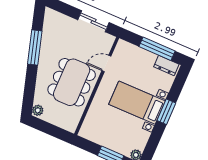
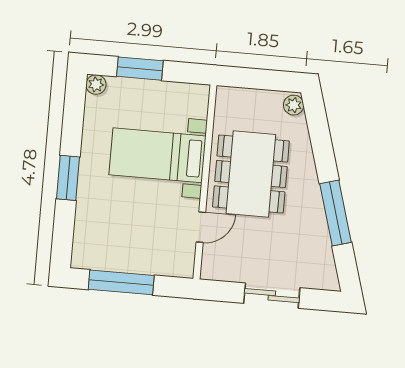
sliding door: (94, 21) -> (272, 296), moved
dresser: (166, 66) -> (95, 259), removed
bed with nightstands: (137, 103) -> (157, 155), moved, turned 180

